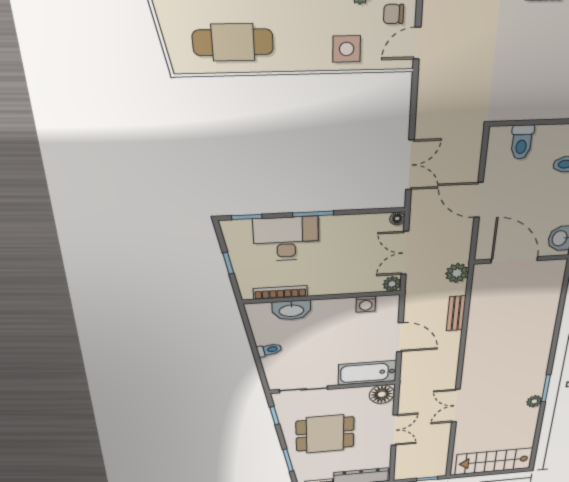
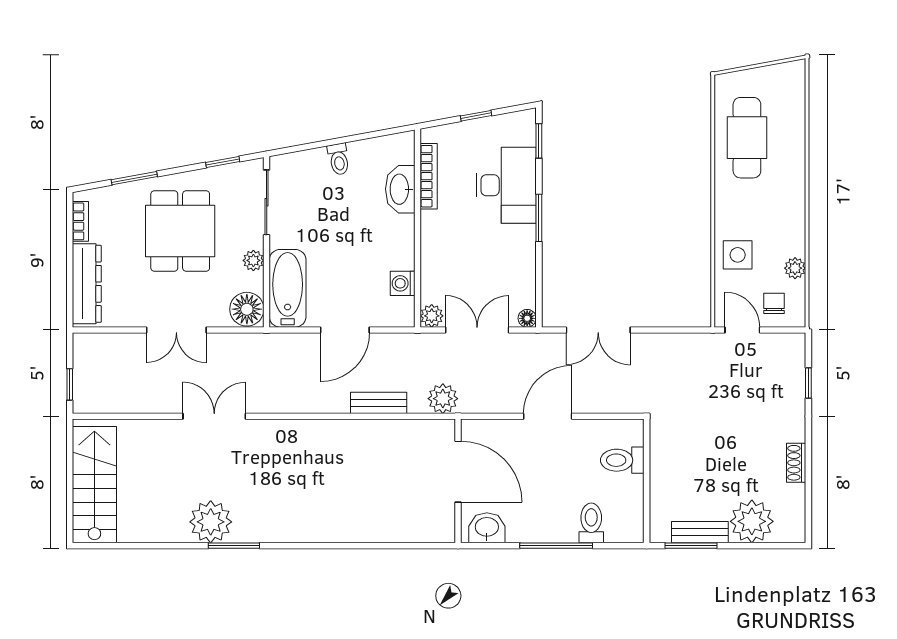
door: (514, 260) -> (458, 472), hinge flipped
plant: (347, 393) -> (253, 260), added
plant: (534, 401) -> (211, 522), width x1.88, depth x1.88

